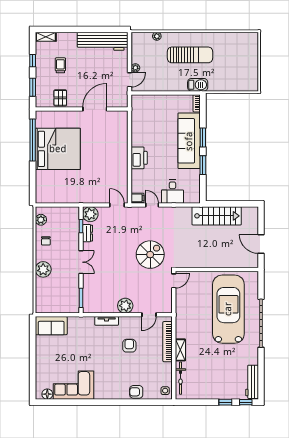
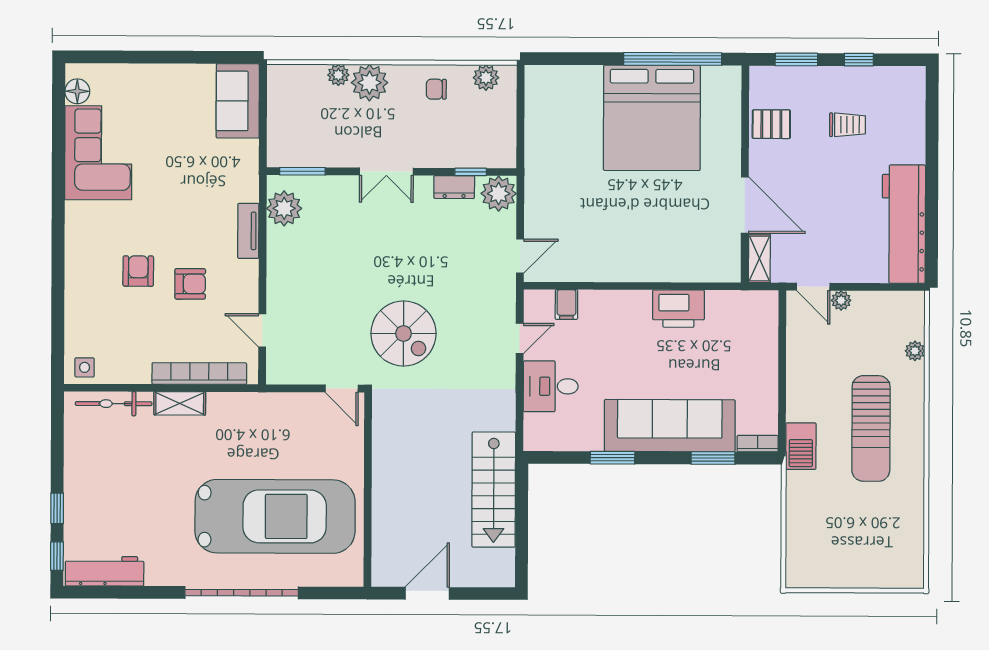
shelving: (46, 37) -> (759, 258), moved
window: (203, 138) -> (713, 458), moved
printer: (139, 158) -> (678, 309), moved
filing cabinet: (138, 198) -> (566, 305), moved
plant: (40, 283) -> (338, 75), added
plant: (125, 306) -> (284, 208), moved
armchair: (136, 392) -> (138, 271), moved

